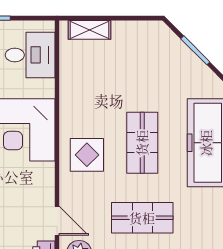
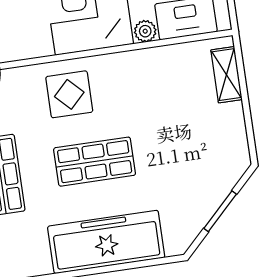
plant: (46, 88) -> (145, 31), added

